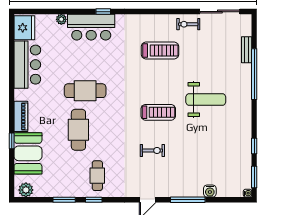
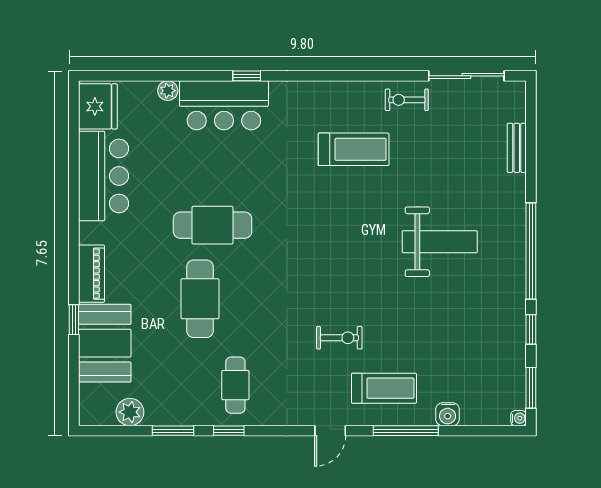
window: (254, 74) -> (531, 251), moved
treadmill: (158, 112) -> (384, 388), moved
plant: (26, 190) -> (130, 412), moved

